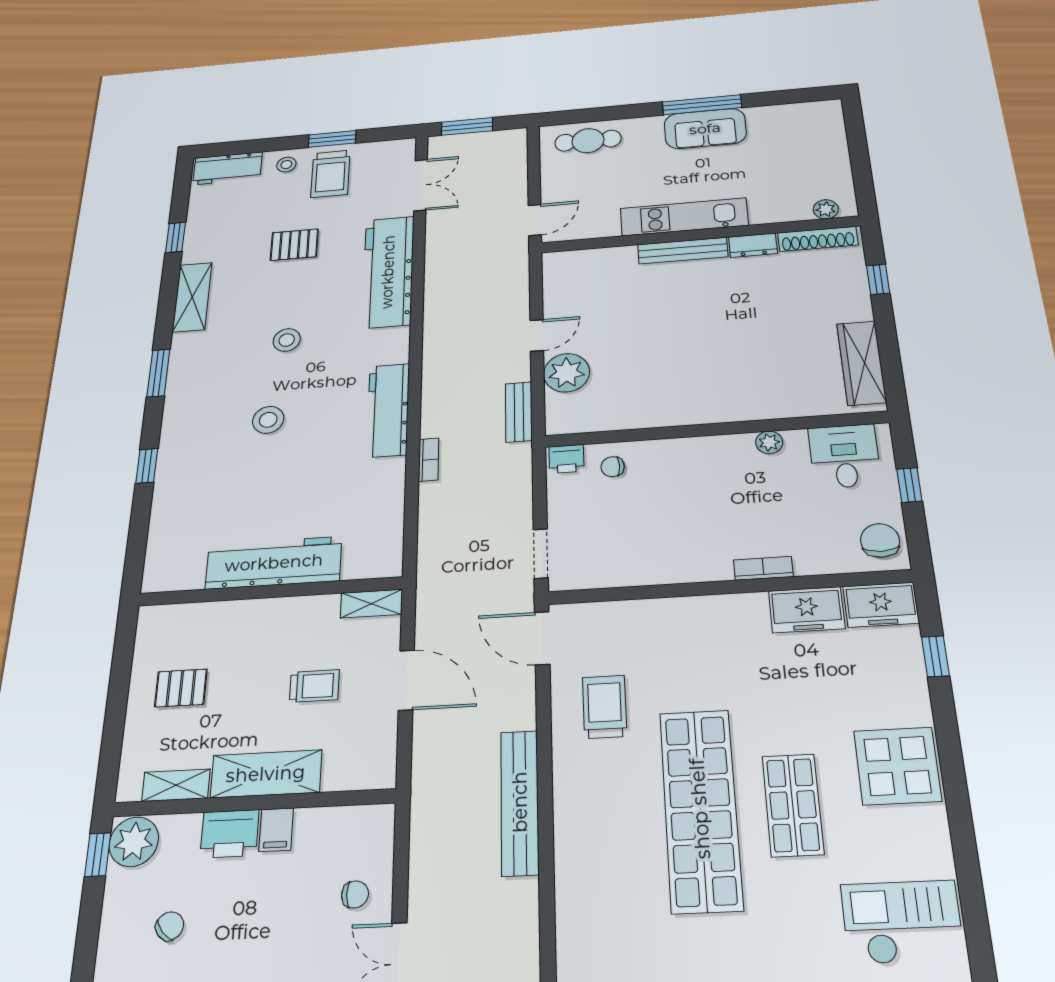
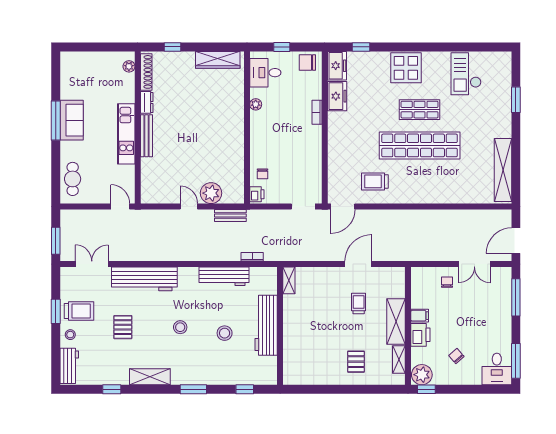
workbench: (274, 563) -> (266, 325), moved
wall: (270, 591) -> (280, 326), moved
shelving: (371, 604) -> (289, 280), moved
bench: (520, 802) -> (413, 217), removed

